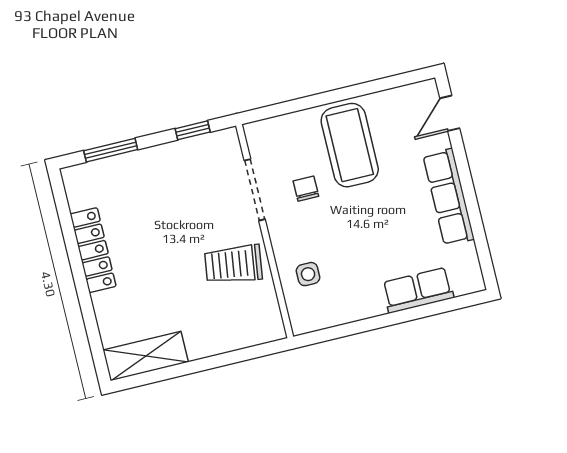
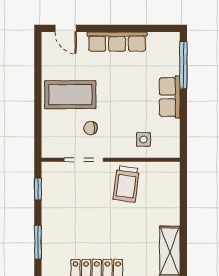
row of seats: (418, 290) -> (170, 97), moved
window: (438, 308) -> (183, 65), added

